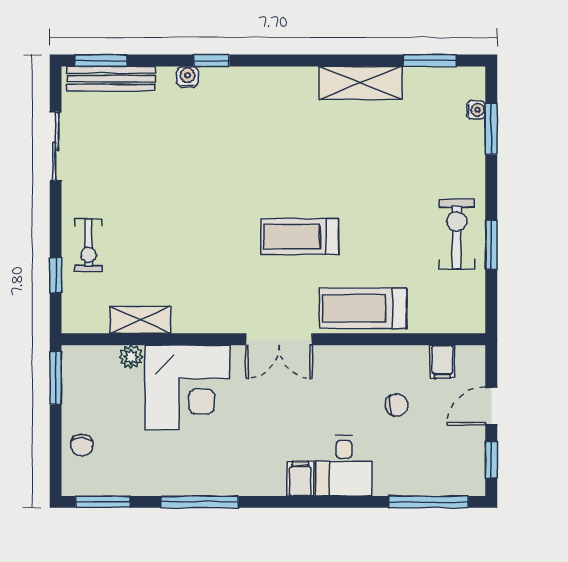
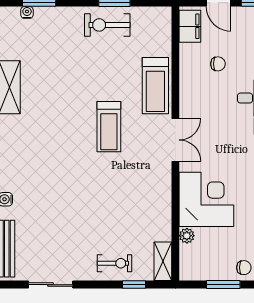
shelving: (141, 320) -> (163, 261), moved
filing cabinet: (442, 362) -> (190, 26), width x2.00
window: (56, 378) -> (223, 285), moved
chair: (397, 405) -> (218, 64), turned 98

